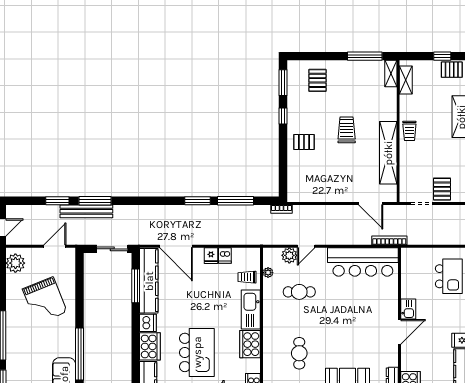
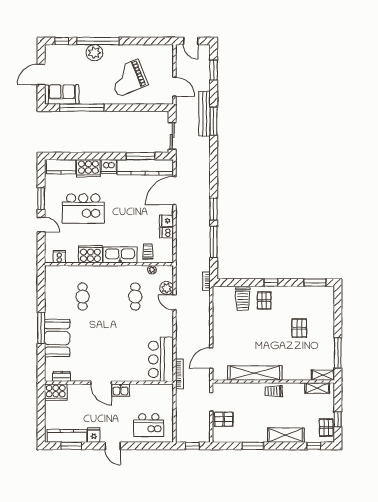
pallet: (317, 80) -> (299, 328), moved, turned 90
window: (283, 116) -> (271, 283), moved
trolley: (347, 130) -> (243, 299), moved, turned 90
window: (57, 201) -> (214, 70), moved
bar counter: (363, 262) -> (161, 359), width x0.73
plant: (15, 263) -> (94, 53), moved
cafe table: (299, 353) -> (83, 297), turned 90

